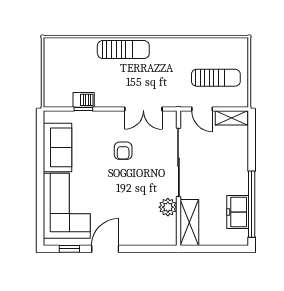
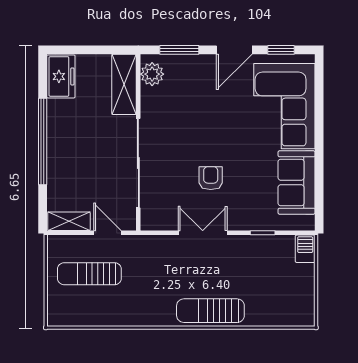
barbecue: (84, 100) -> (305, 249), moved, turned 90
double door: (143, 109) -> (203, 233), moved
window: (252, 204) -> (43, 142), moved
plant: (168, 207) -> (152, 74), moved
freezer: (238, 212) -> (61, 76), moved
window: (147, 249) -> (179, 50), added

